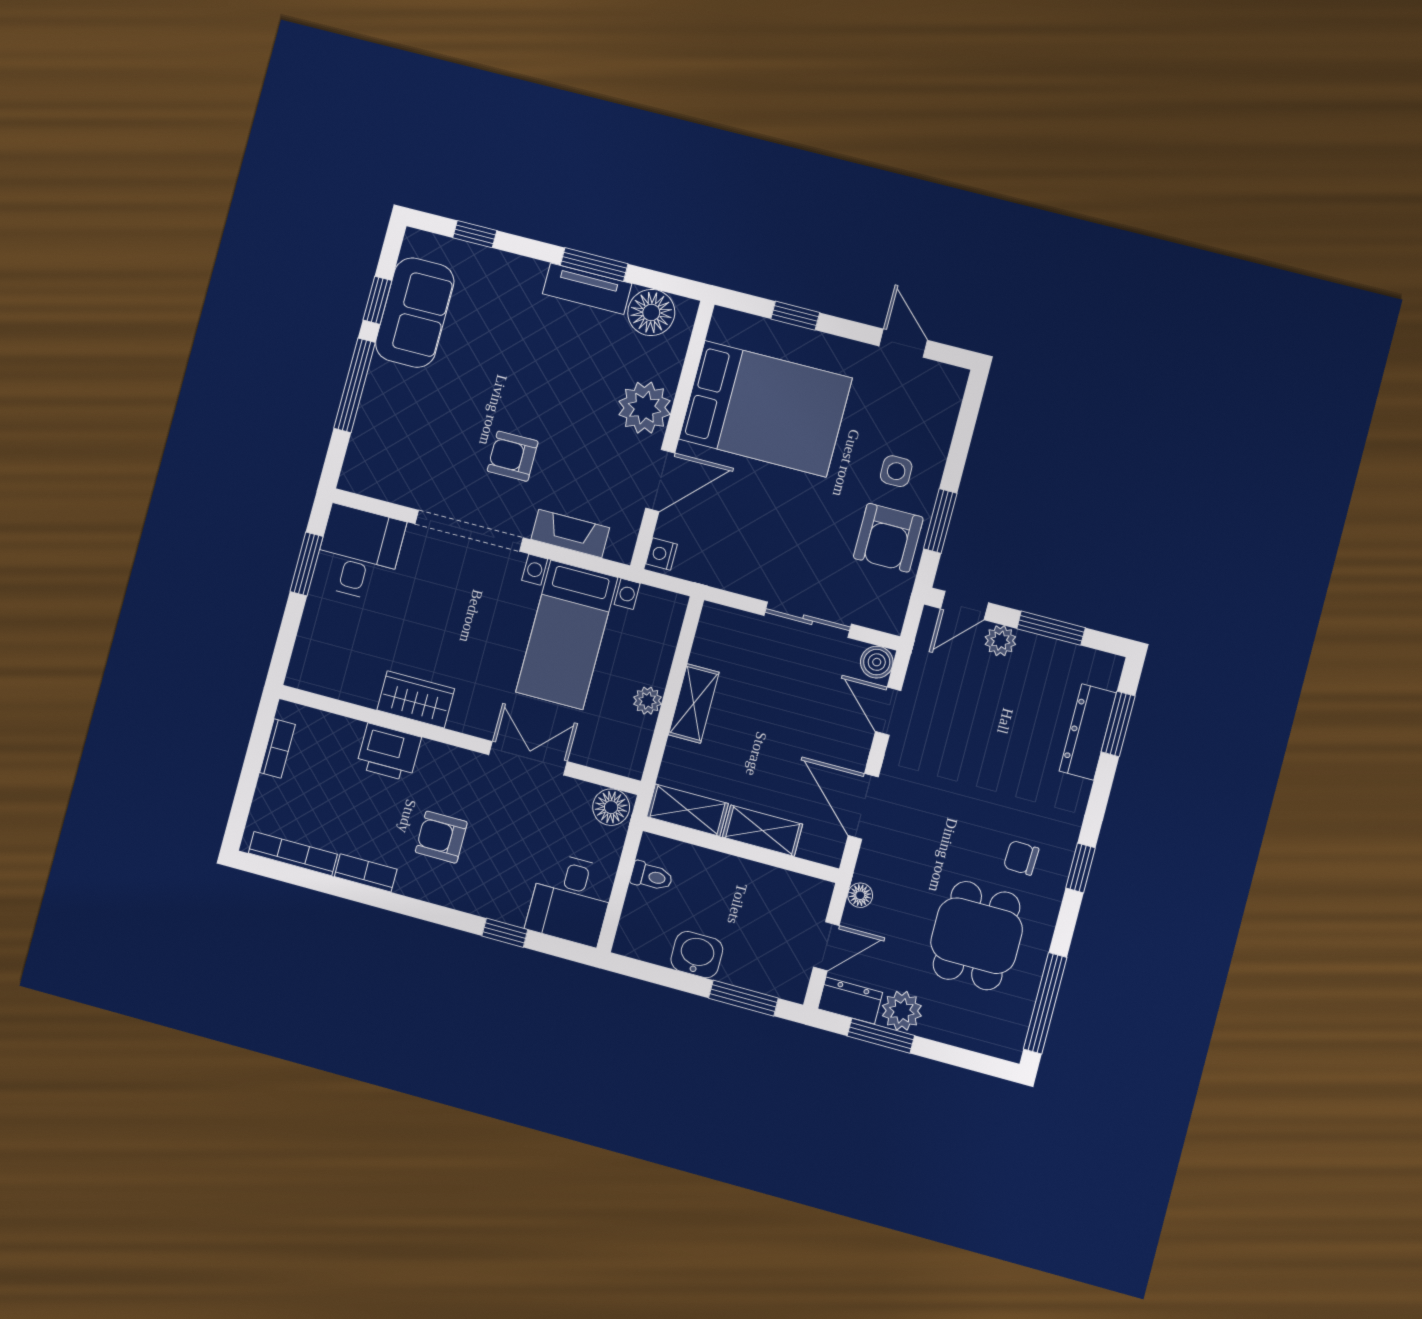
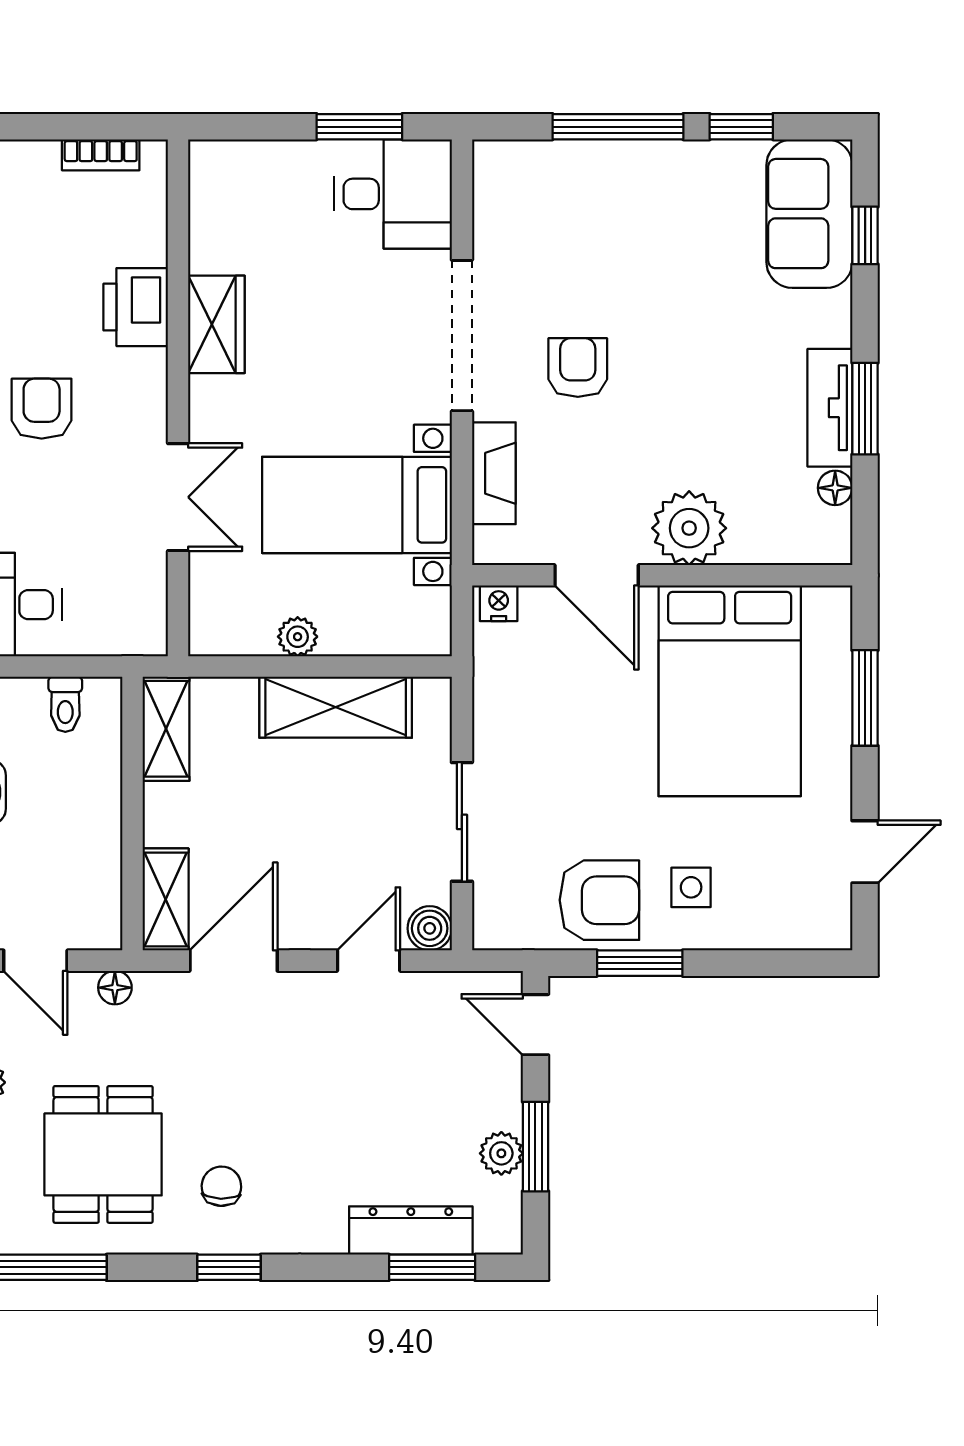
floor lamp: (651, 312) -> (835, 488), width x0.53, depth x0.53
sofa: (415, 313) -> (809, 214), moved, turned 90
window: (795, 316) -> (865, 698), width x1.50
armchair: (888, 538) -> (599, 900), turned 180
plant: (1000, 641) -> (501, 1153), moved
shelving: (694, 703) -> (336, 707), width x1.50, depth x1.33
floor lamp: (611, 807) -> (143, 626), removed
shelving: (763, 831) -> (166, 899), moved
dining table: (977, 936) -> (103, 1154), turned 90

